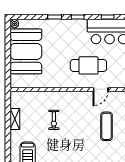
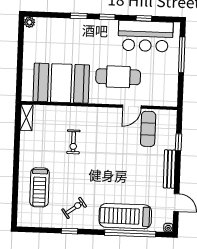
booth: (26, 51) -> (61, 83), moved, turned 90
shelving: (15, 119) -> (26, 118), moved
exercise mat: (106, 126) -> (148, 129), moved

